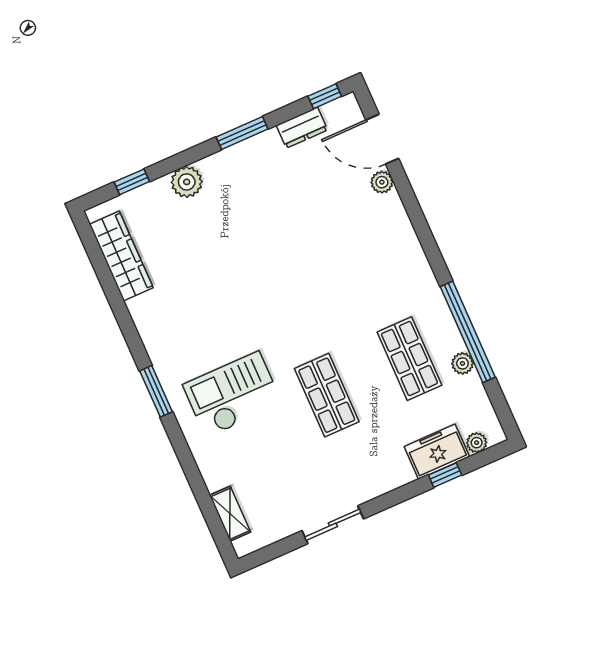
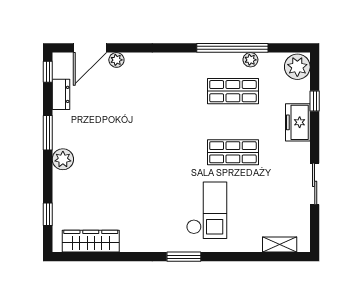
plant: (187, 182) -> (63, 159), moved
checkout: (232, 394) -> (207, 210), turned 180
plant: (477, 443) -> (297, 67), width x1.87, depth x1.87
freezer: (437, 452) -> (298, 122), moved

